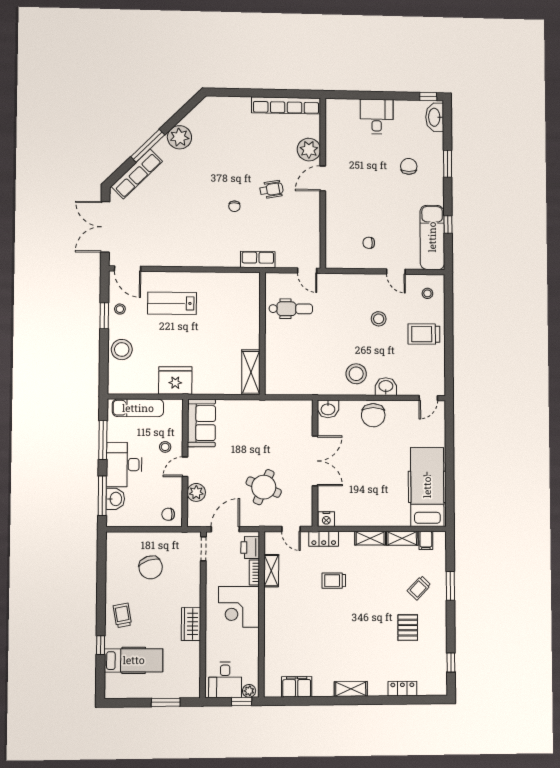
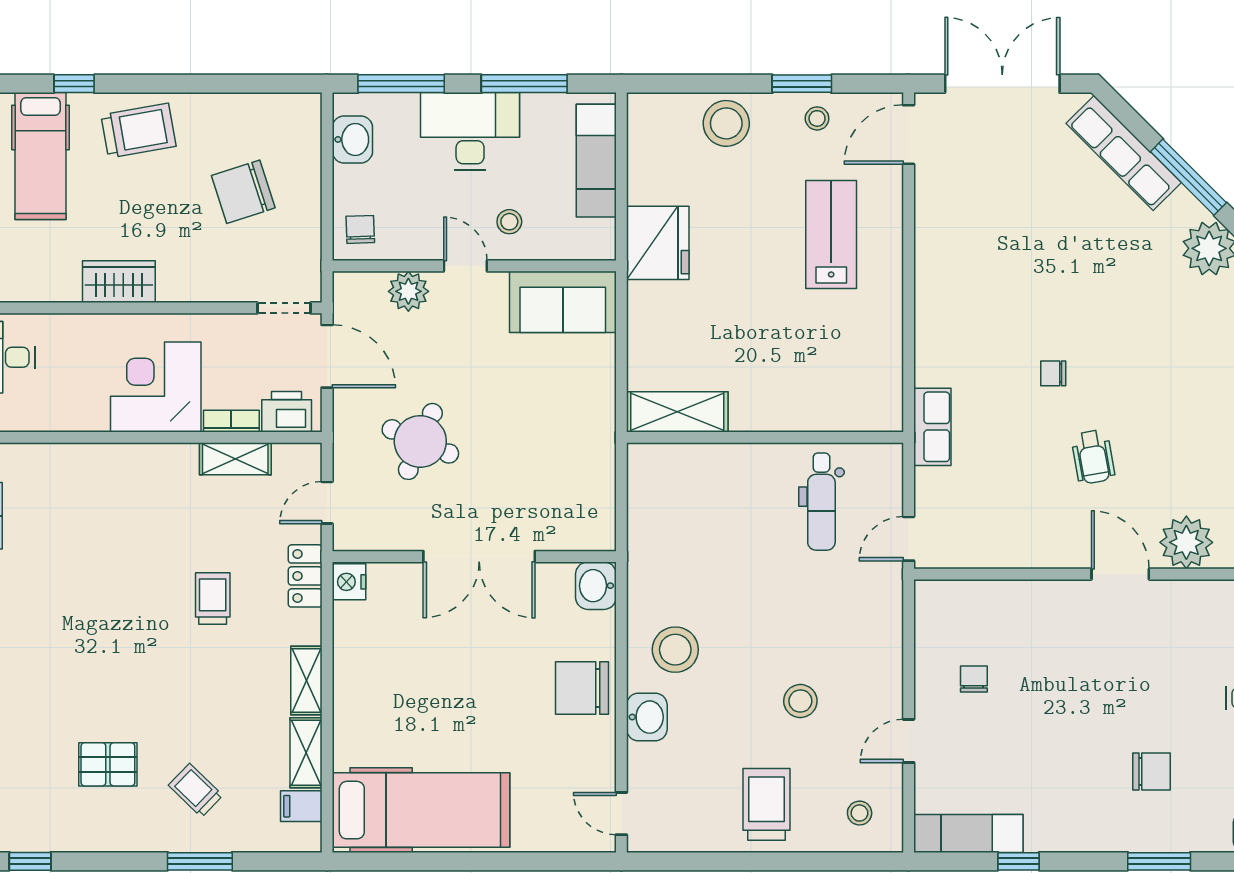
exam couch: (432, 237) -> (968, 833), width x0.73, depth x0.69
washbasin: (115, 499) -> (352, 139), moved, turned -90
trolley: (122, 615) -> (138, 131), width x1.36, depth x1.39

